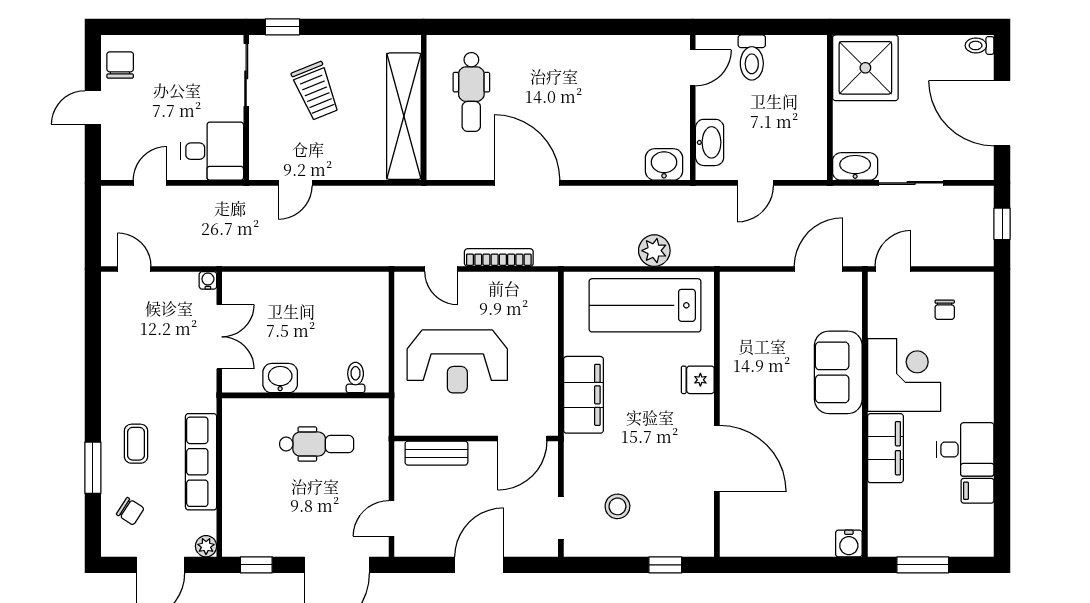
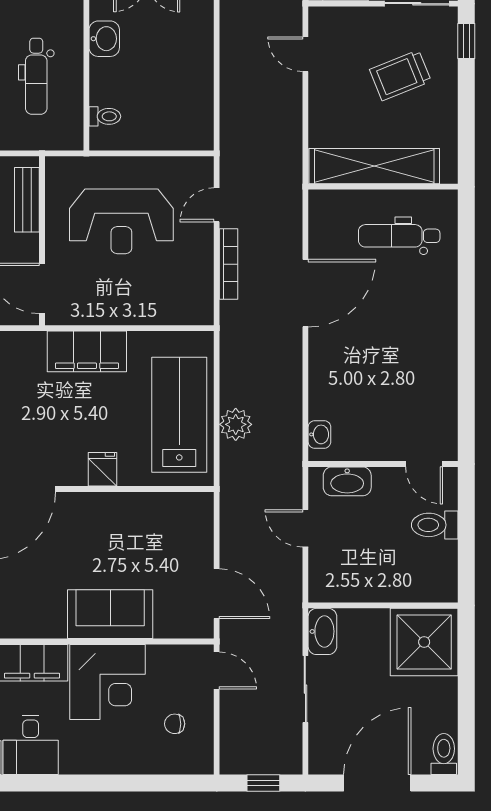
toilet: (980, 45) -> (444, 754), width x1.37, depth x1.39
washbasin: (664, 164) -> (319, 434), width x0.72, depth x0.69
reception desk: (457, 361) -> (121, 221), turned -90

